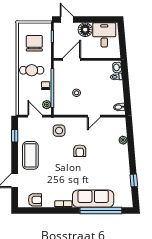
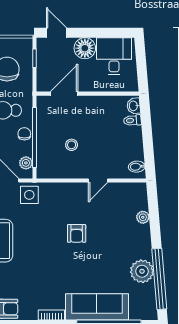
side table: (59, 131) -> (29, 195), moved
plant: (123, 175) -> (142, 271), added
window: (134, 180) -> (159, 279), width x3.17

